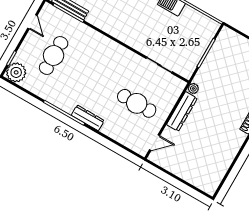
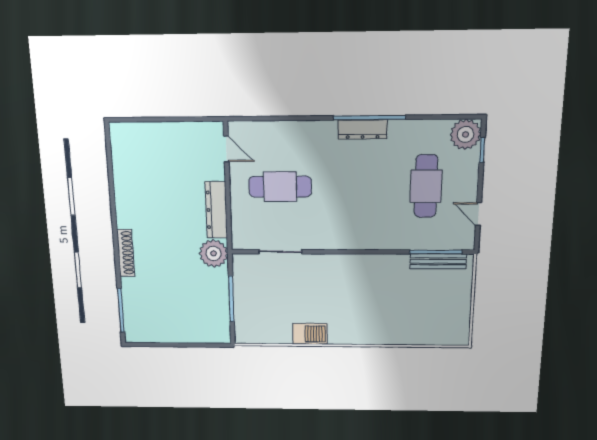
plant: (193, 88) -> (214, 253), width x1.88, depth x1.88
dresser: (88, 118) -> (363, 129), moved
door: (155, 143) -> (226, 149), swing flipped

